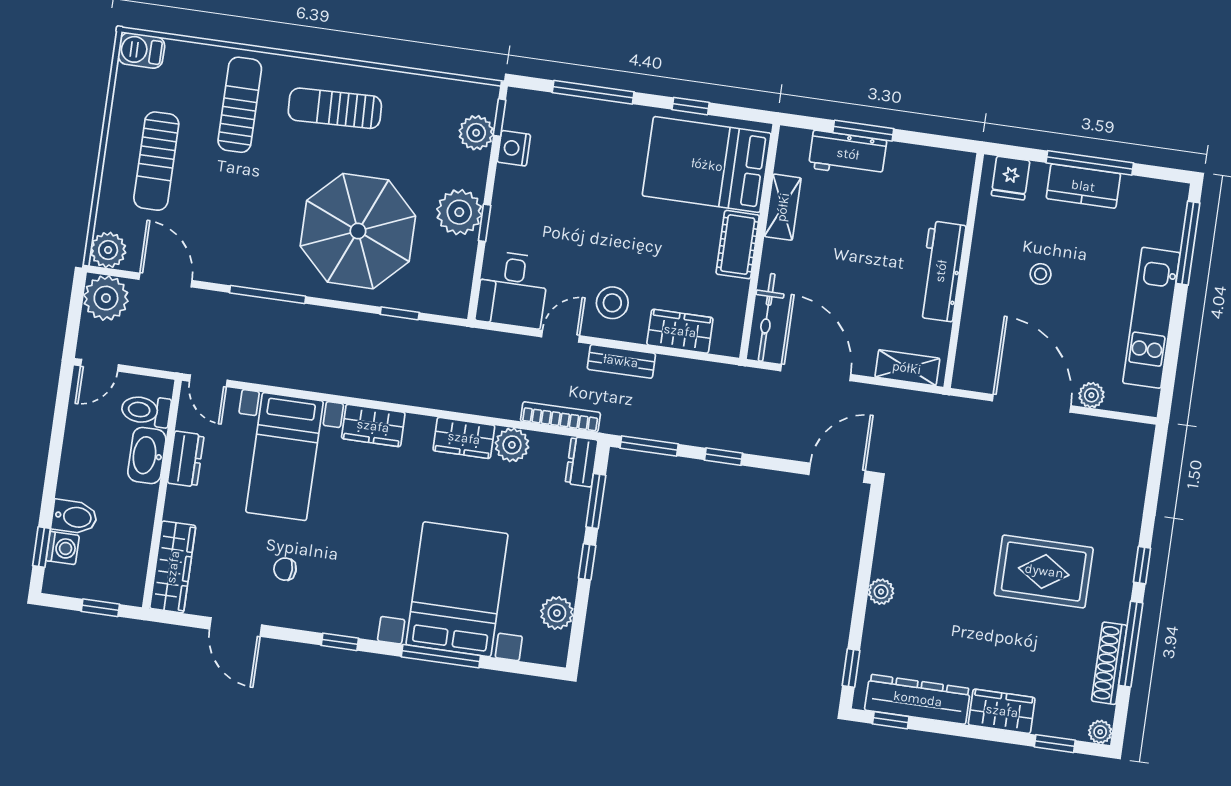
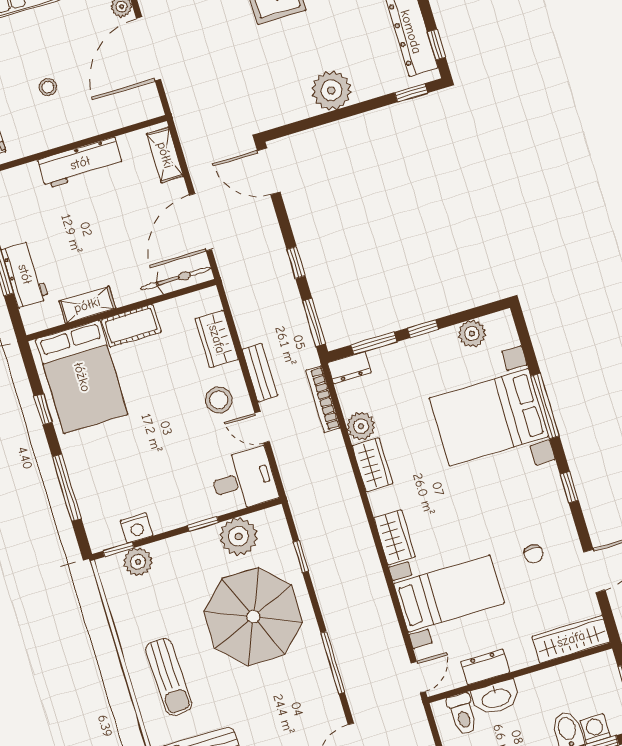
plant: (459, 212) -> (239, 536), moved
plant: (881, 592) -> (331, 90), width x1.88, depth x1.88

